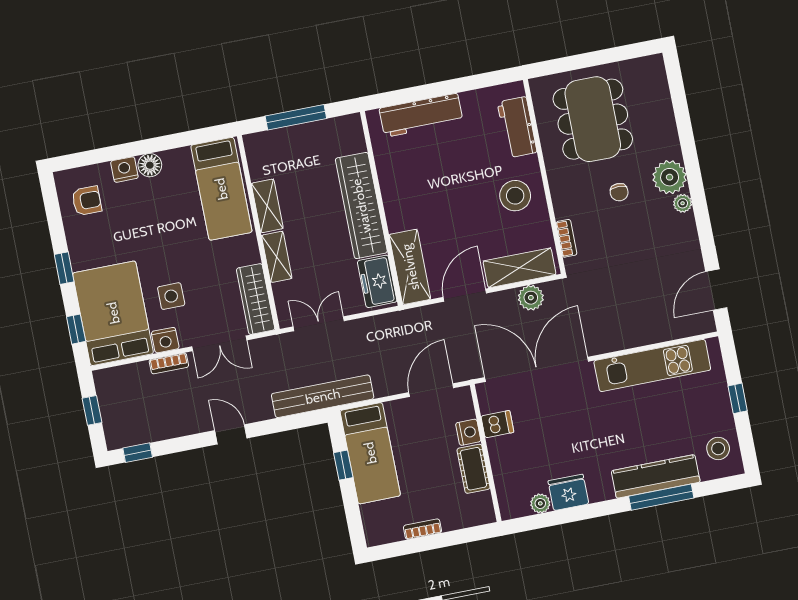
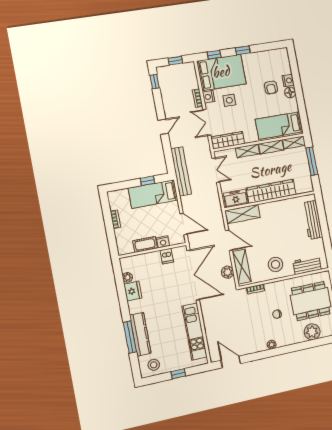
shelving: (257, 156) -> (294, 142), added
plant: (670, 177) -> (312, 332), moved
armchair: (87, 201) -> (271, 88), moved

